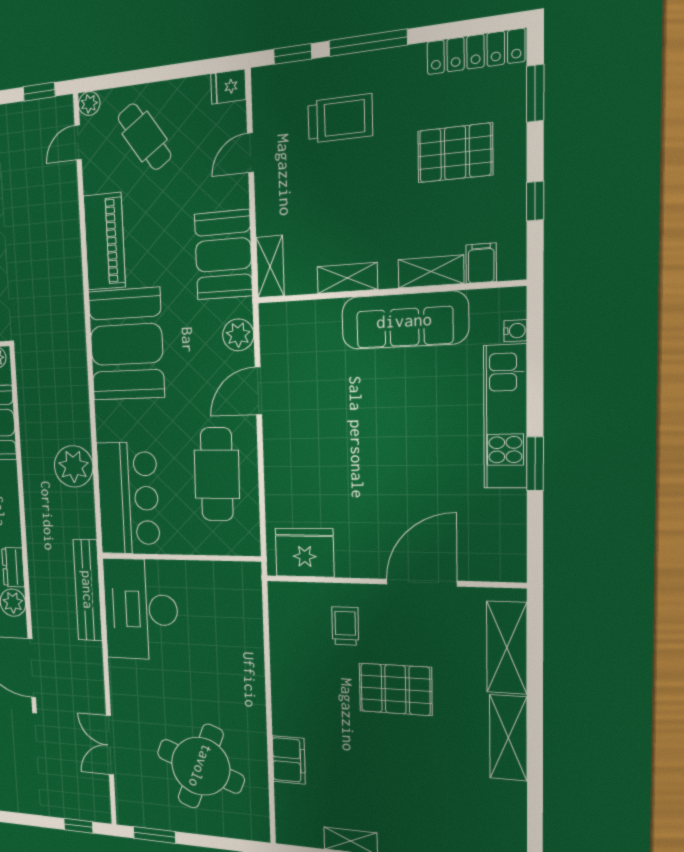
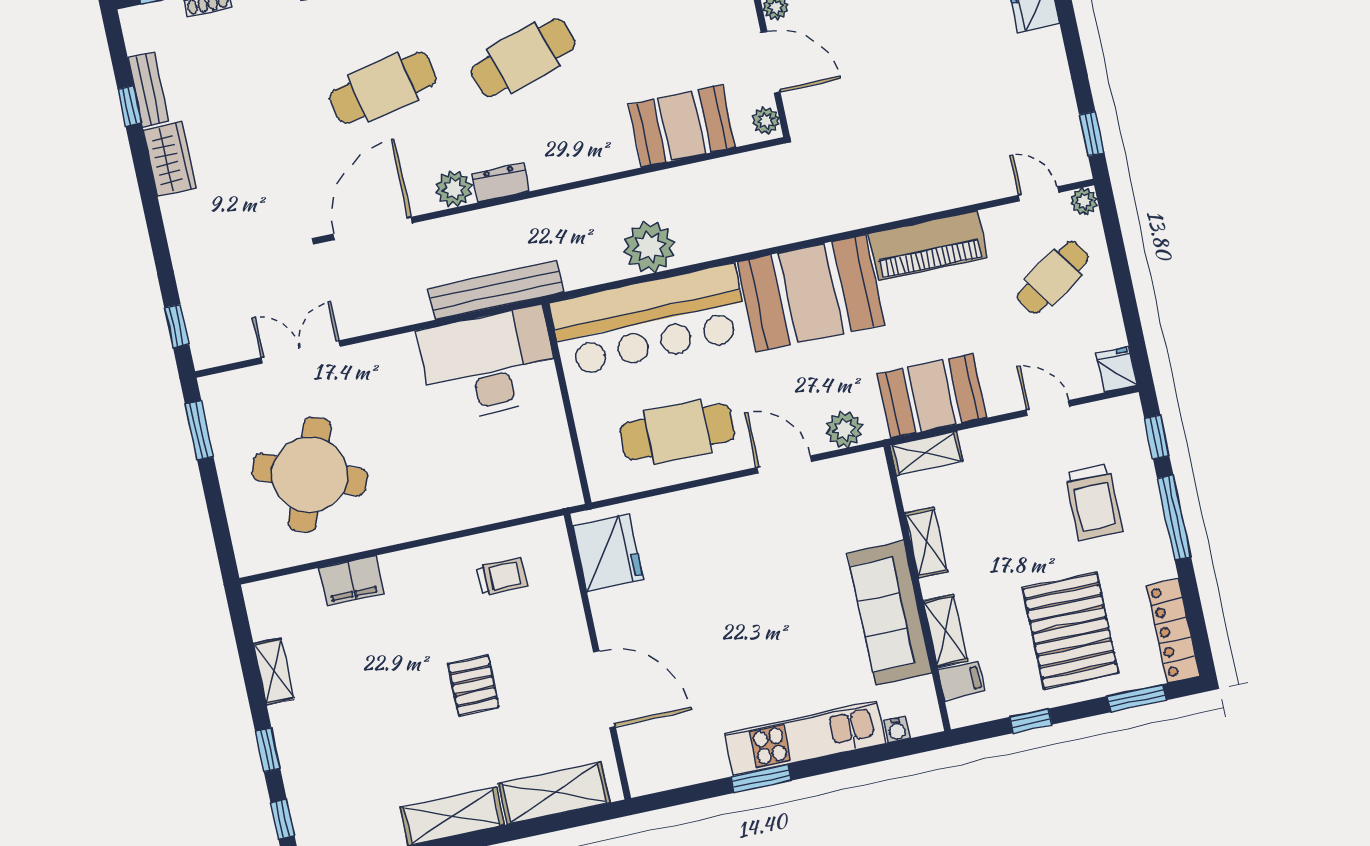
pallet: (455, 153) -> (1070, 631), width x1.37, depth x1.41
bar counter: (128, 498) -> (650, 320), width x1.36
trolley: (345, 626) -> (502, 576), moved
pallet: (395, 689) -> (473, 686), width x0.67, depth x0.71

